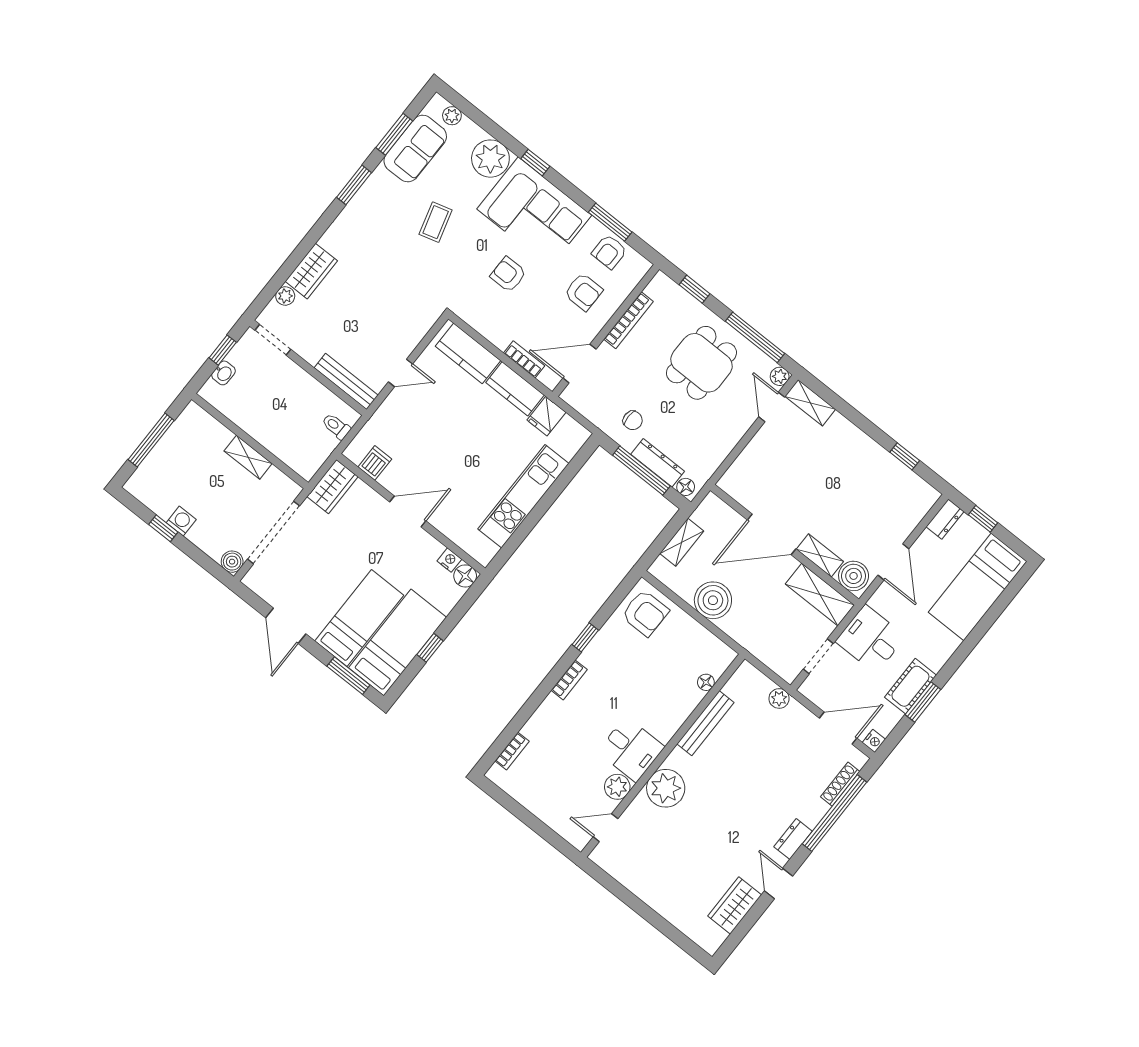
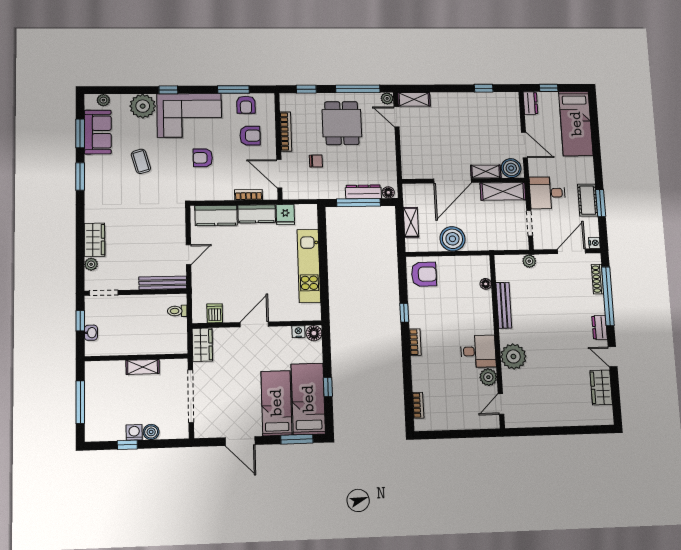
door: (579, 364) -> (279, 174), hinge flipped
chair: (633, 420) -> (316, 161), moved
boiler: (232, 562) -> (151, 432), moved

